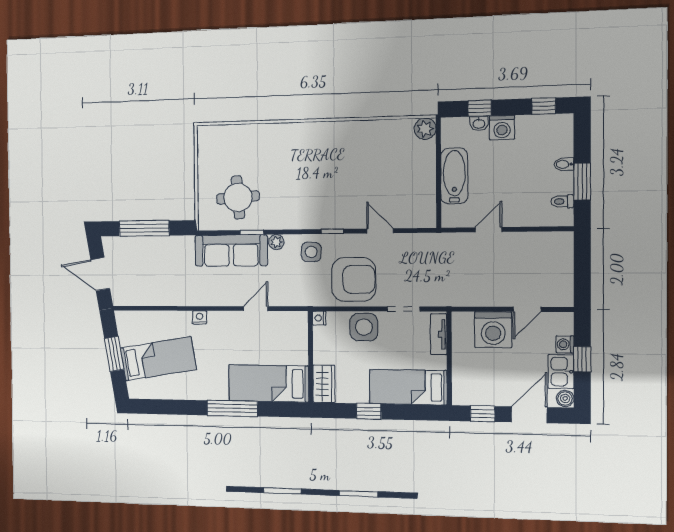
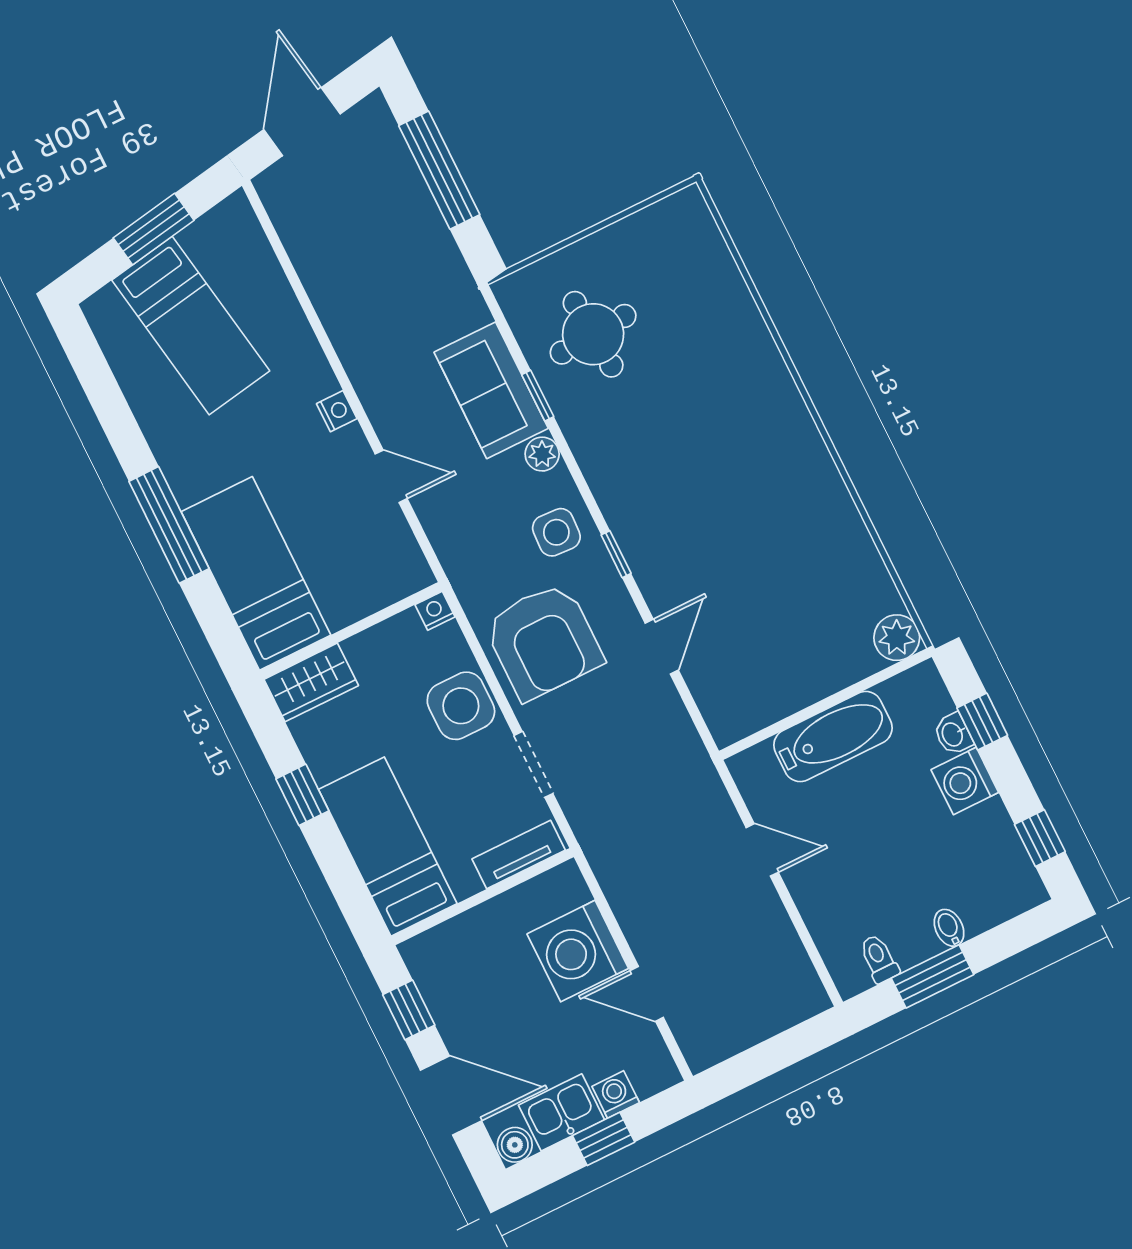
sofa: (231, 251) -> (491, 390), width x0.73
nightstand: (200, 317) -> (337, 411), moved

